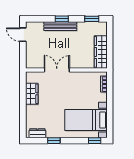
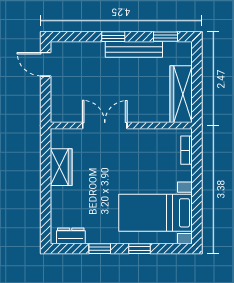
bench: (60, 26) -> (134, 49), moved
window: (95, 141) -> (140, 249), moved

